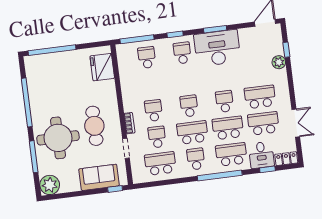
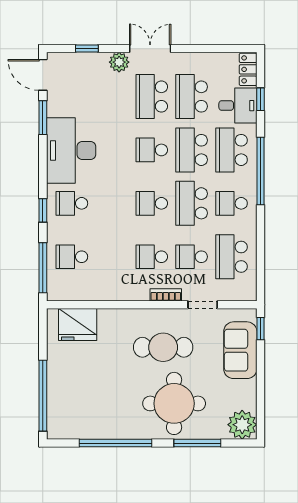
window: (215, 29) -> (43, 118), moved
plant: (279, 62) -> (119, 62), moved
double door: (296, 123) -> (150, 49), moved

